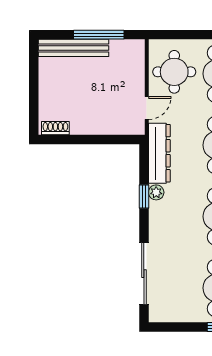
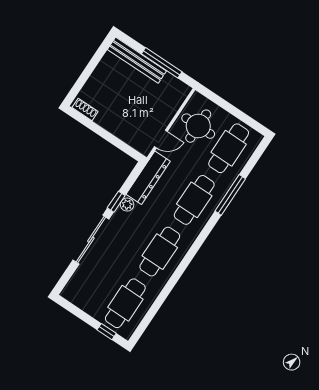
sliding door: (144, 274) -> (91, 240), moved

